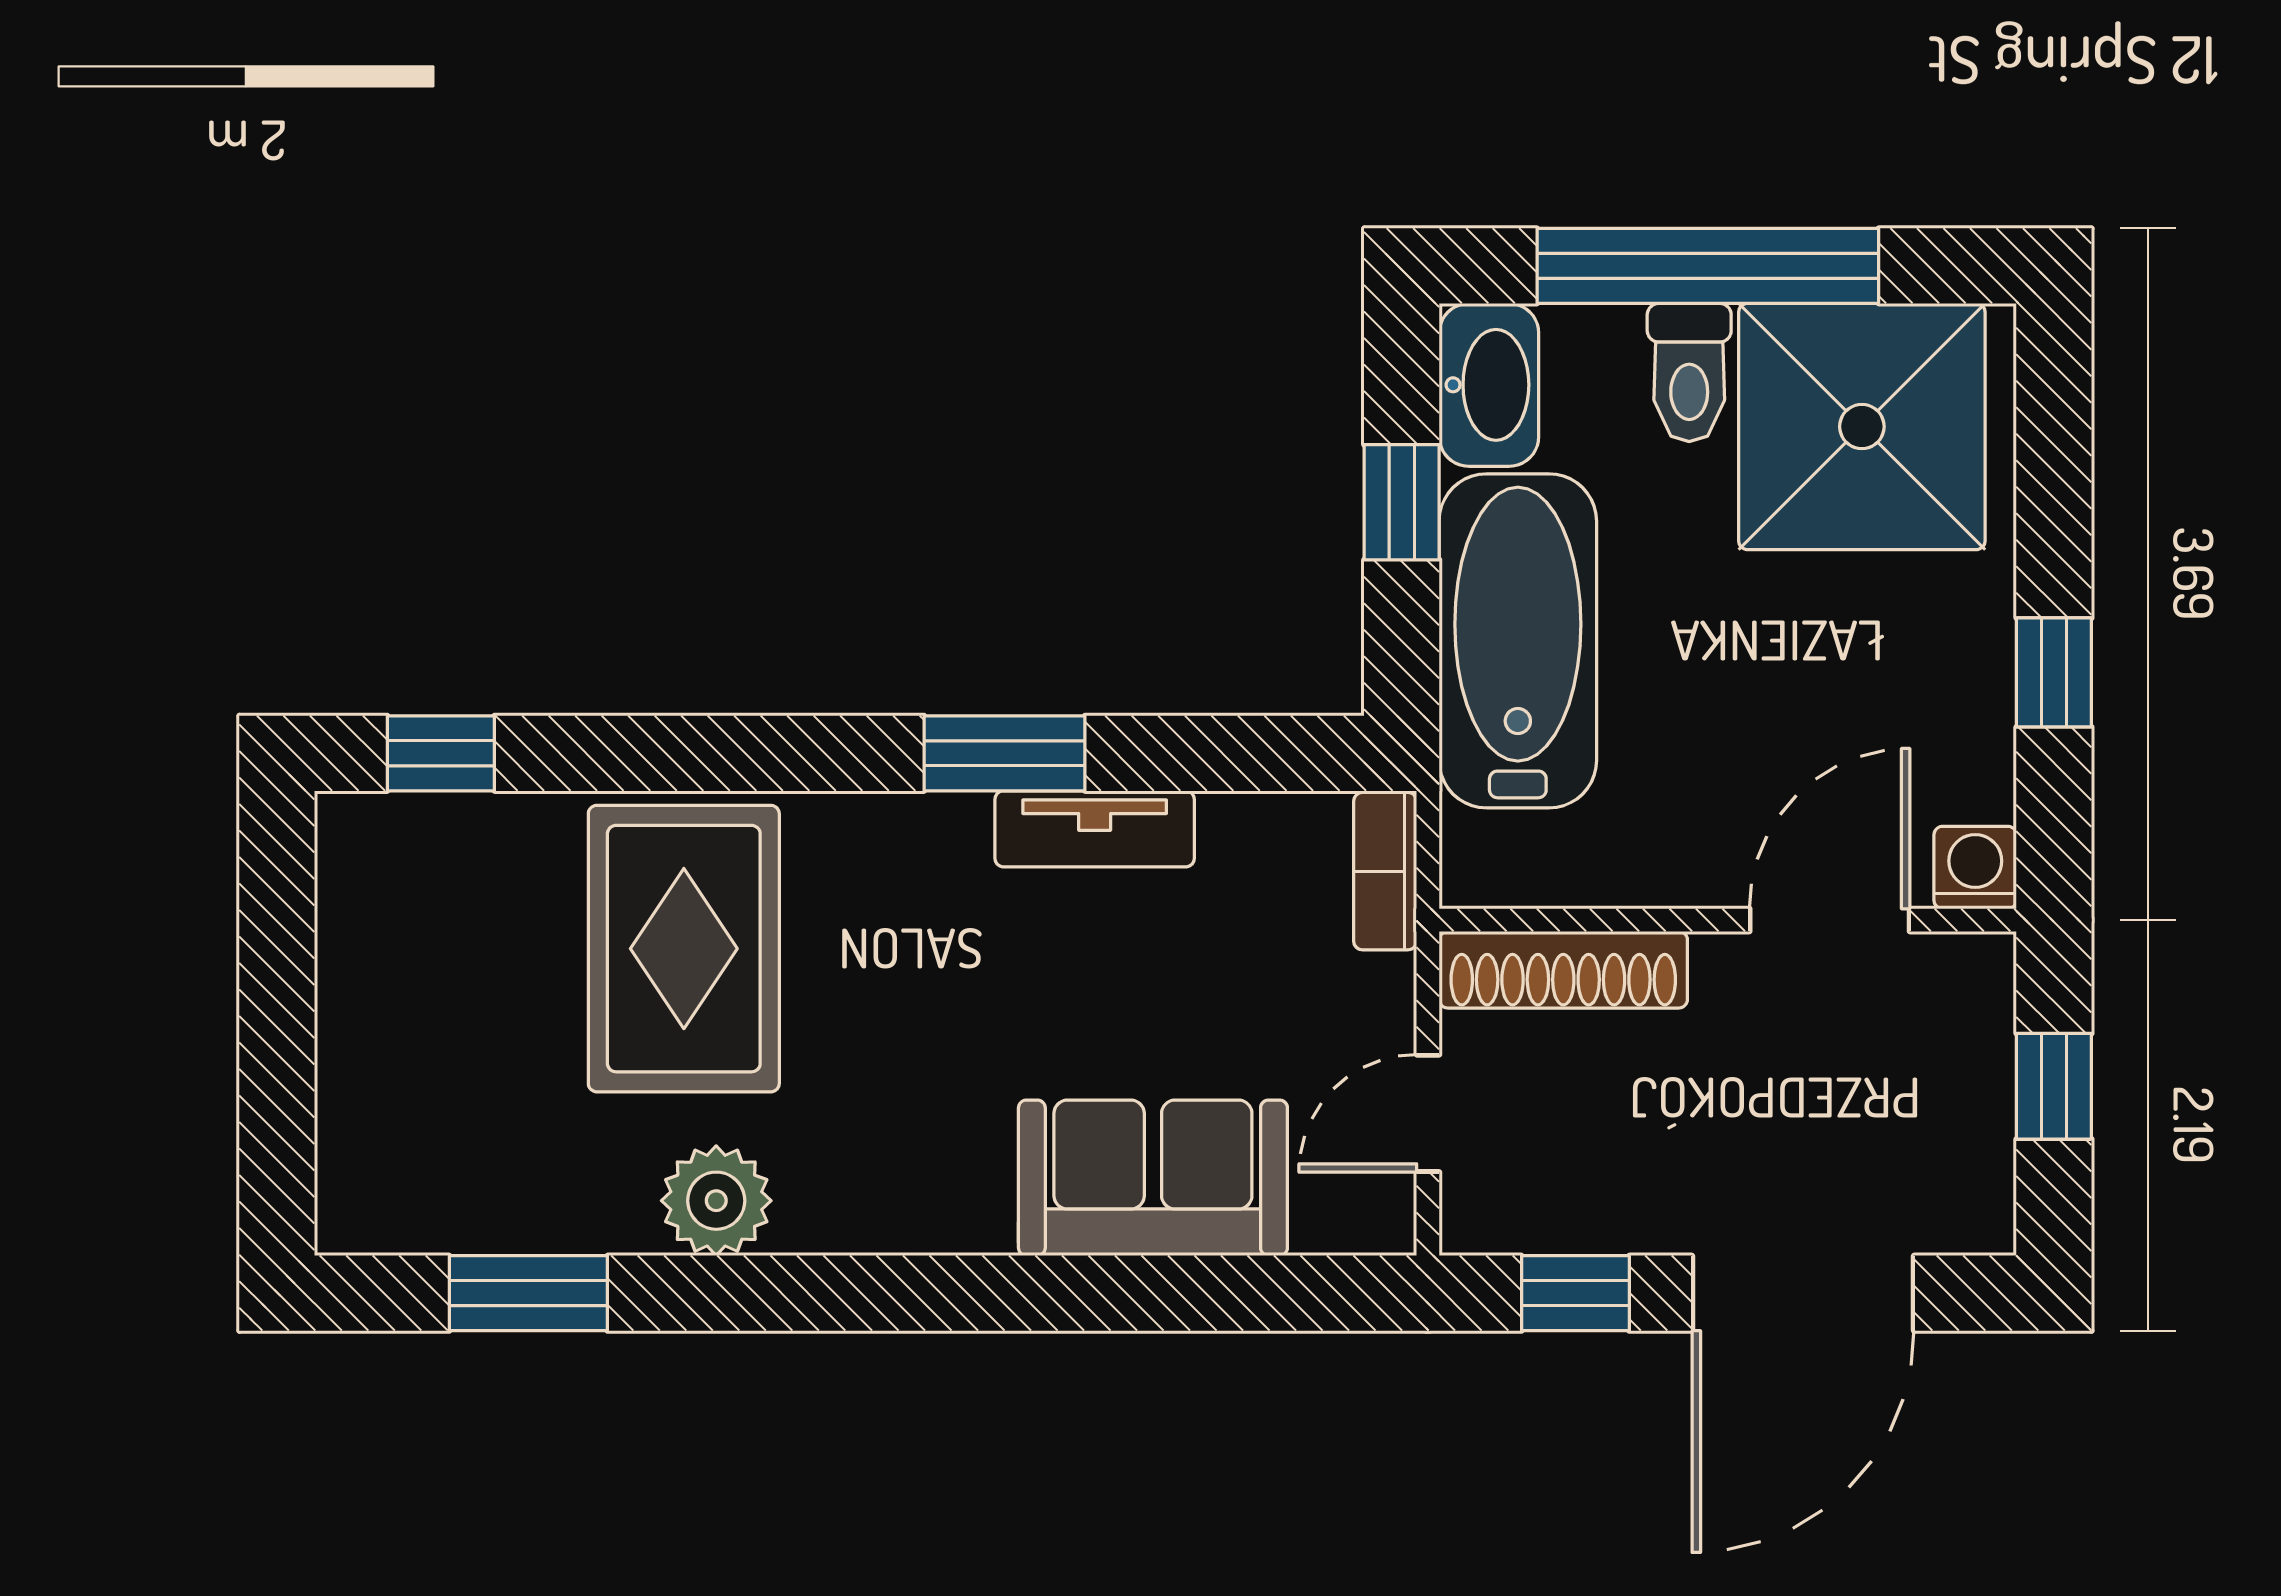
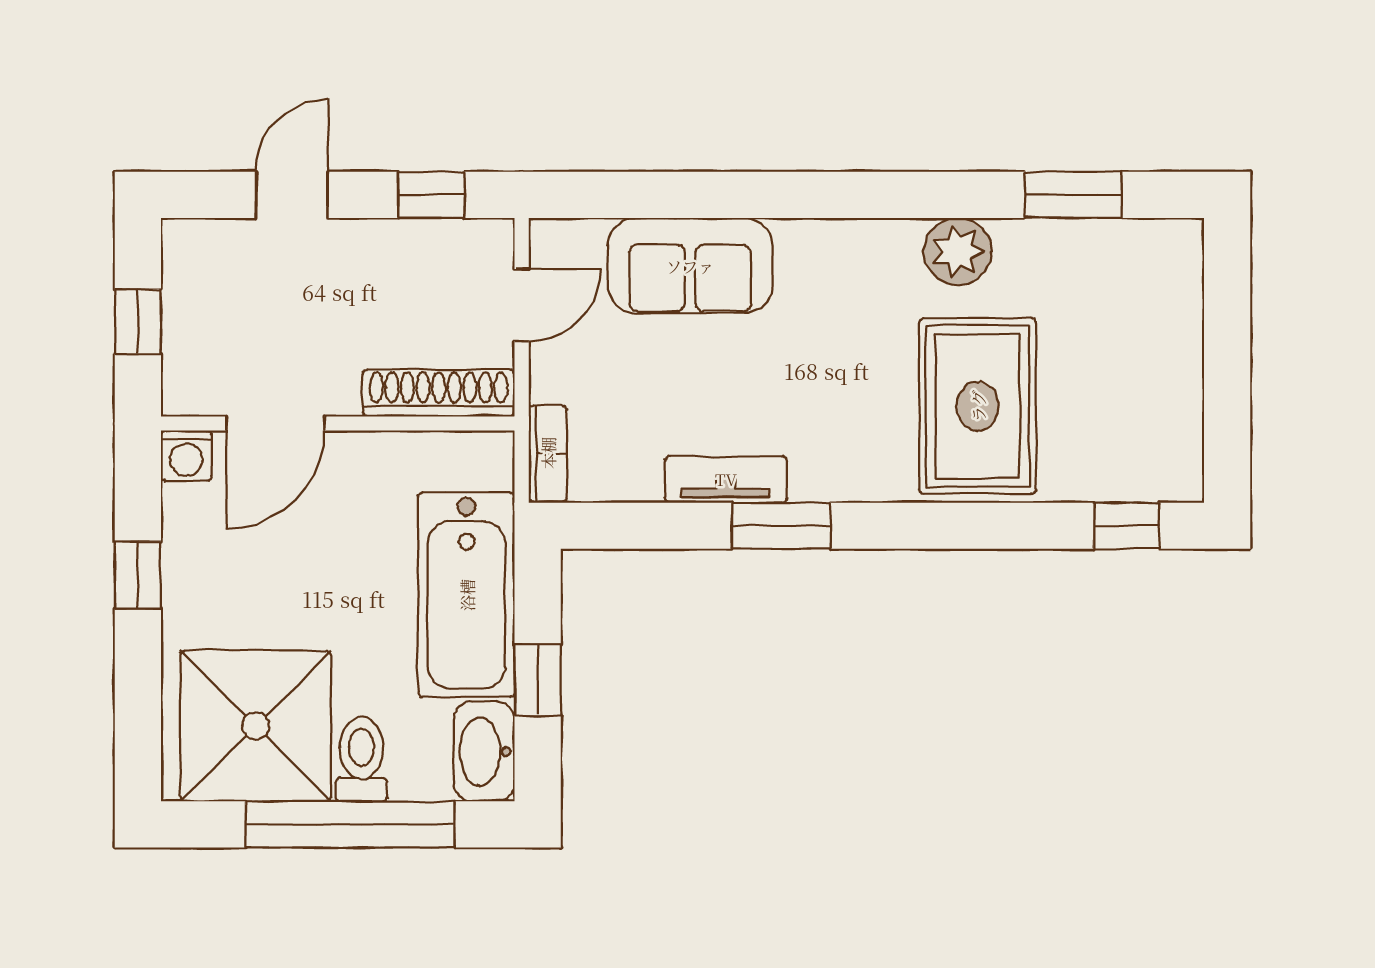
door: (1803, 1293) -> (292, 195), width x0.53

